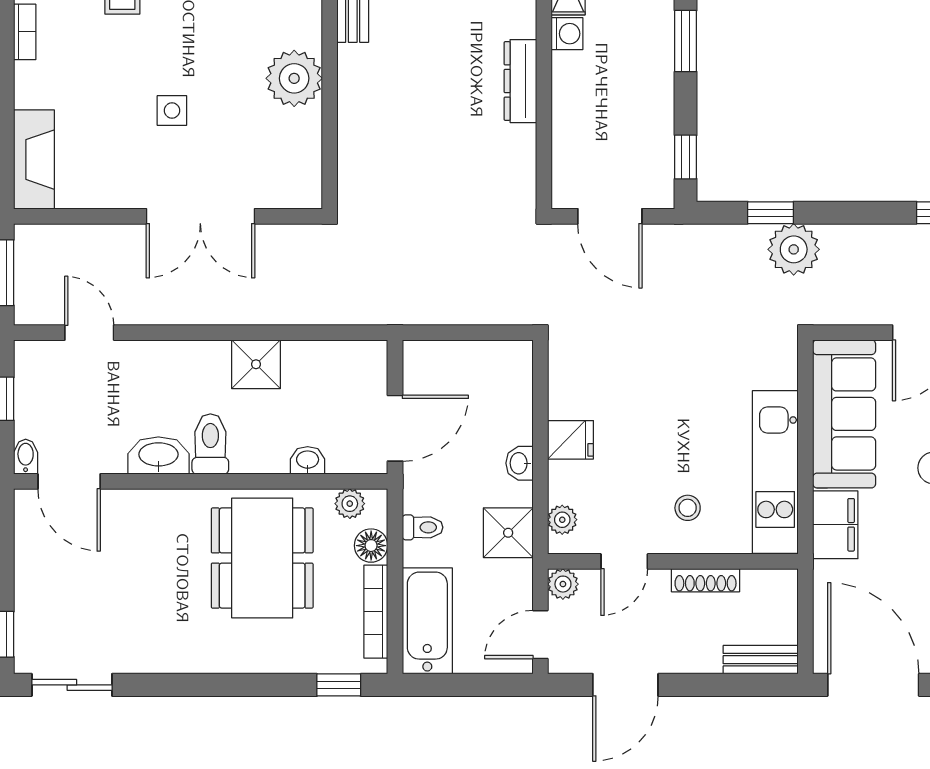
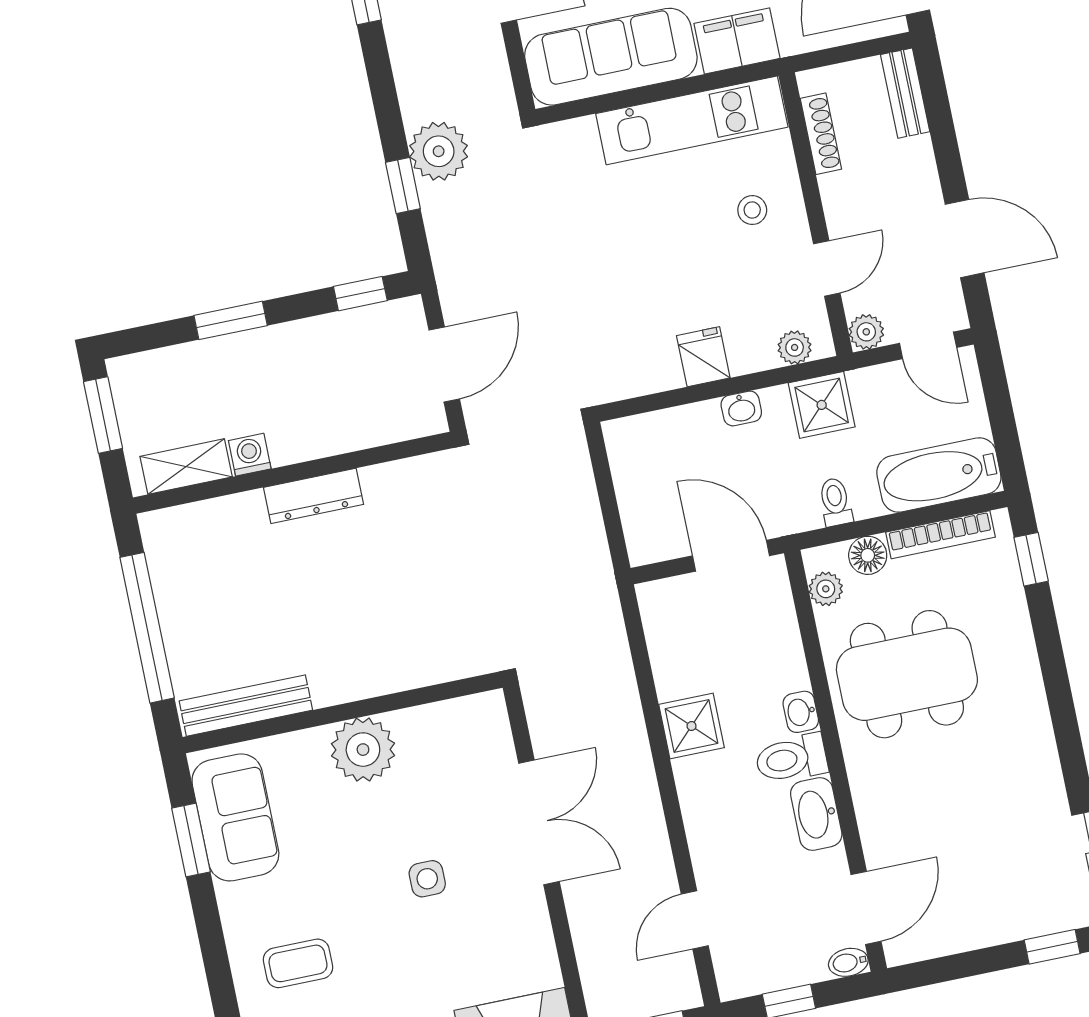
washbasin: (308, 460) -> (801, 712), moved
door: (624, 561) -> (827, 268), hinge flipped
shoe rack: (706, 580) -> (821, 134), moved

